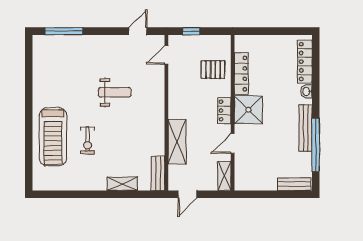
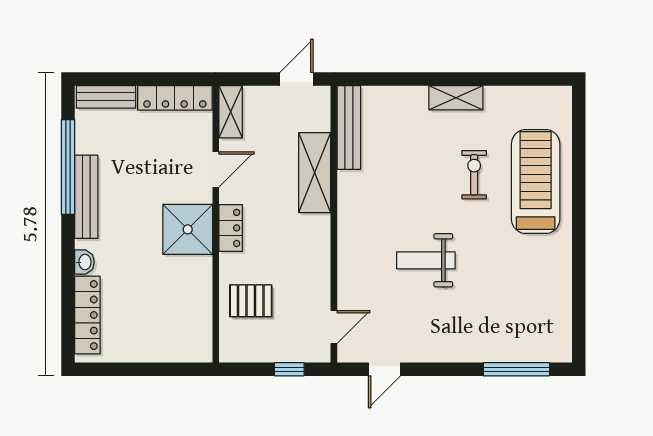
locker: (241, 74) -> (175, 98), moved, turned -90
bench: (158, 173) -> (349, 127), width x1.36
shelving: (122, 184) -> (456, 98), moved

